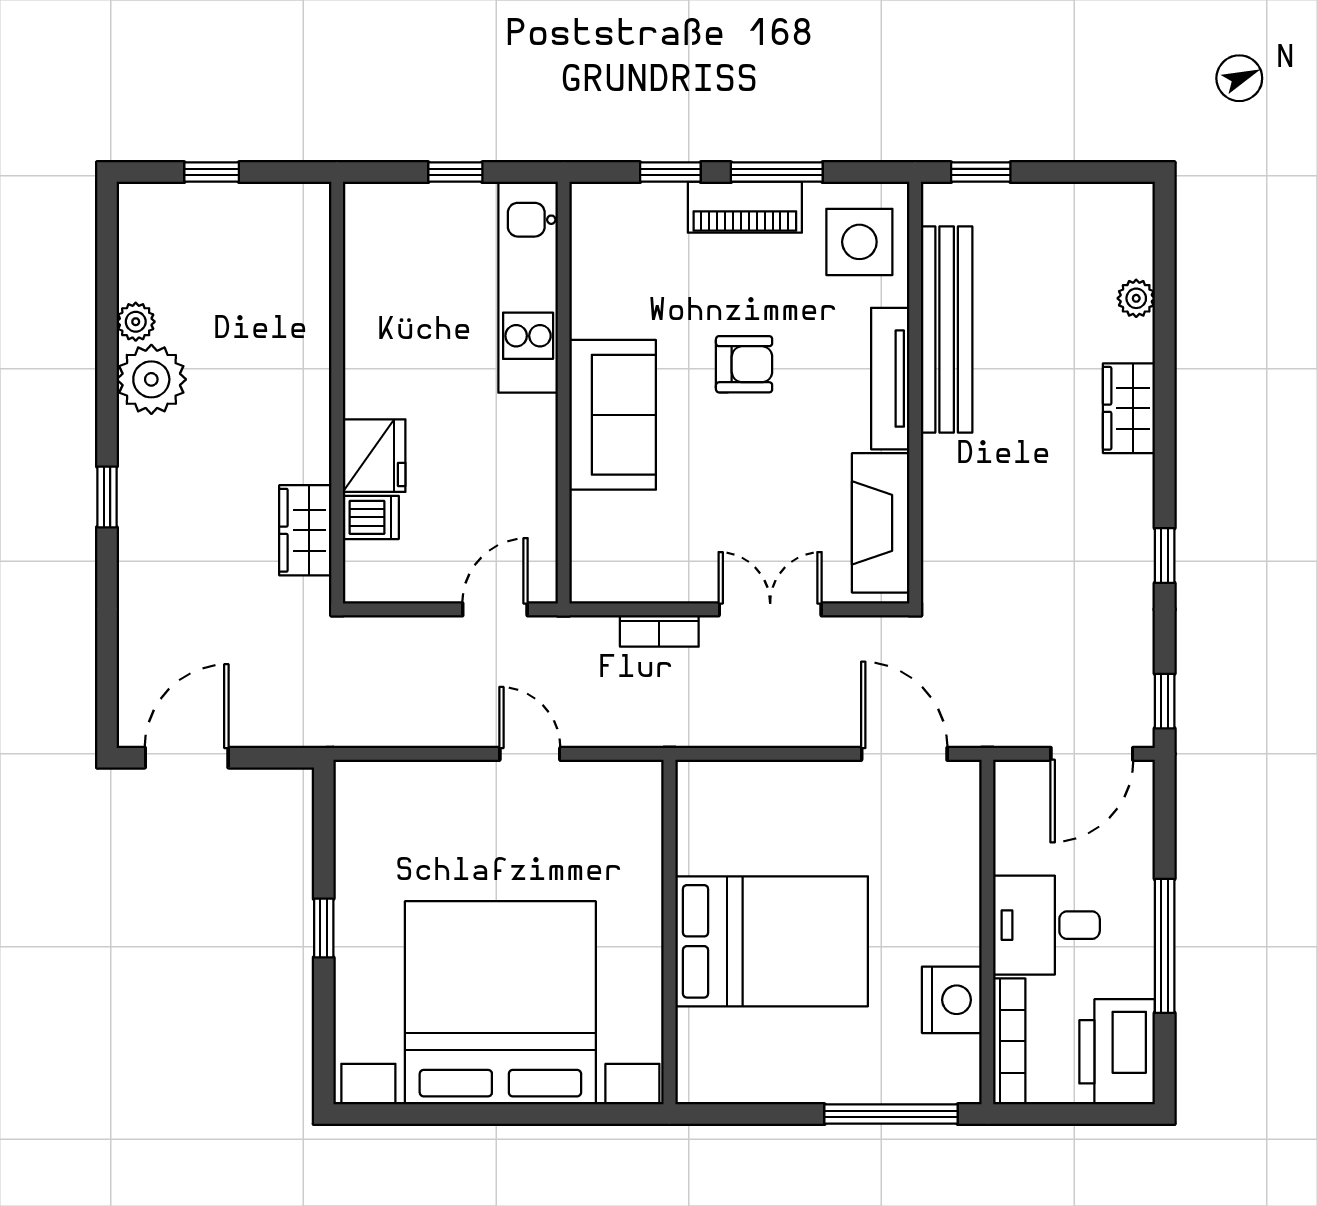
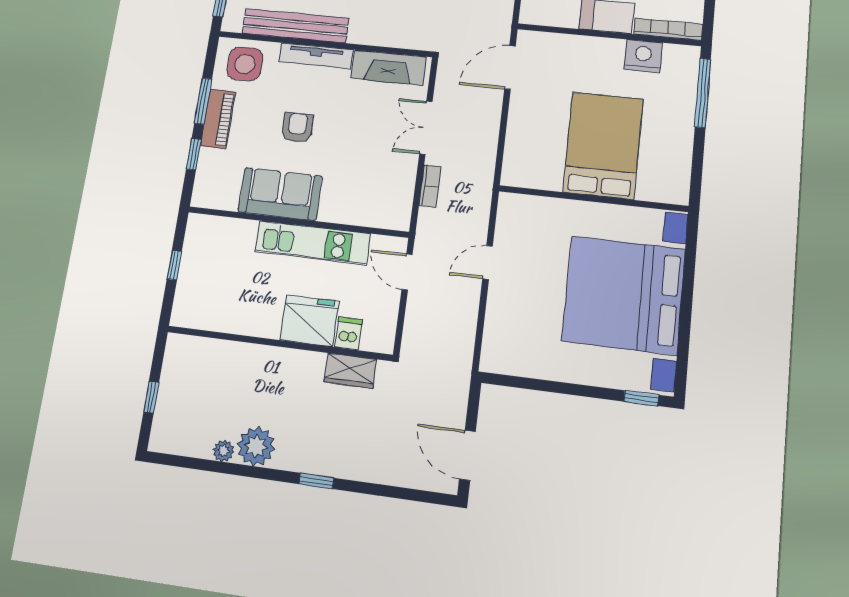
kitchen unit: (528, 287) -> (313, 243), moved
sofa: (613, 415) -> (280, 194), moved
fridge: (374, 456) -> (309, 321), width x1.36, depth x1.34
window: (324, 928) -> (641, 398), moved

